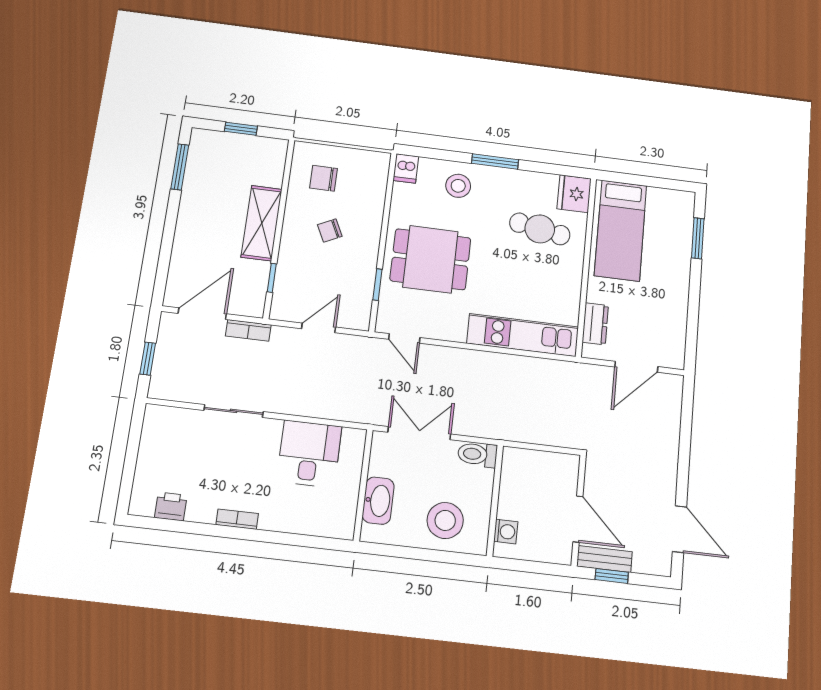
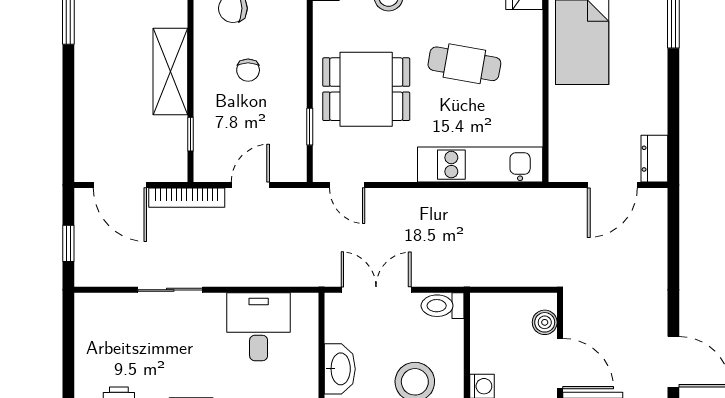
cafe table: (540, 229) -> (464, 64), moved
chair: (330, 230) -> (248, 70), turned -64
door: (202, 314) -> (120, 185), swing flipped
dresser: (595, 324) -> (654, 159), moved, turned 180
bookcase: (248, 330) -> (187, 198), width x1.56
boiler: (567, 480) -> (545, 322), added

